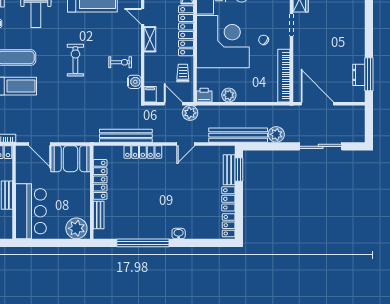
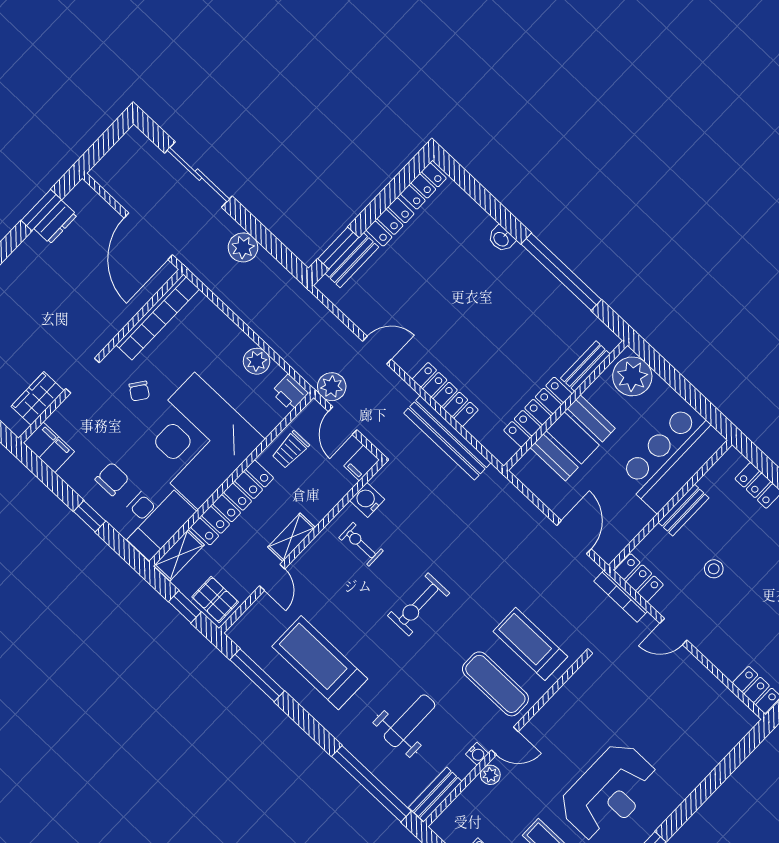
window: (369, 74) -> (41, 210), width x0.69
bench: (238, 135) -> (295, 295), removed
booth: (71, 159) -> (573, 438), moved, turned 90

